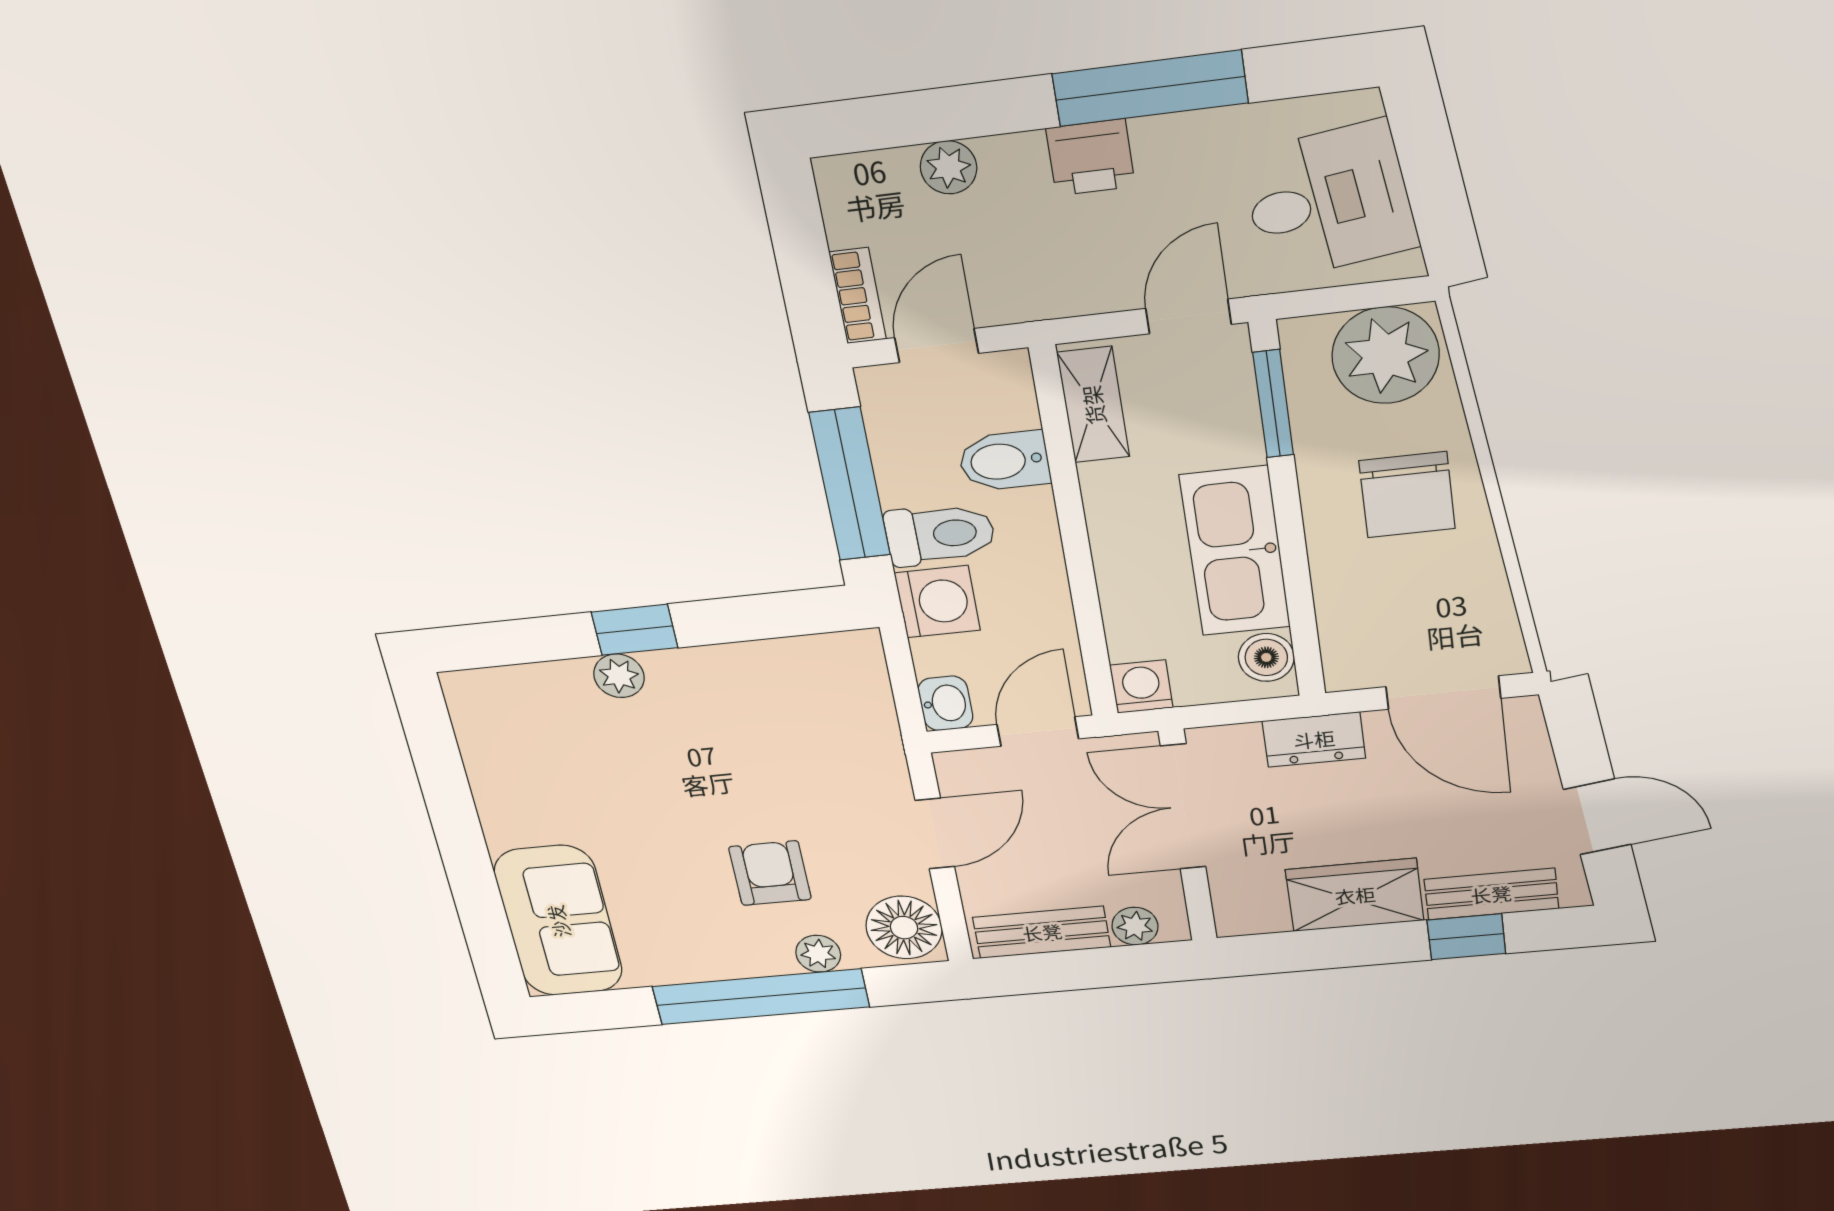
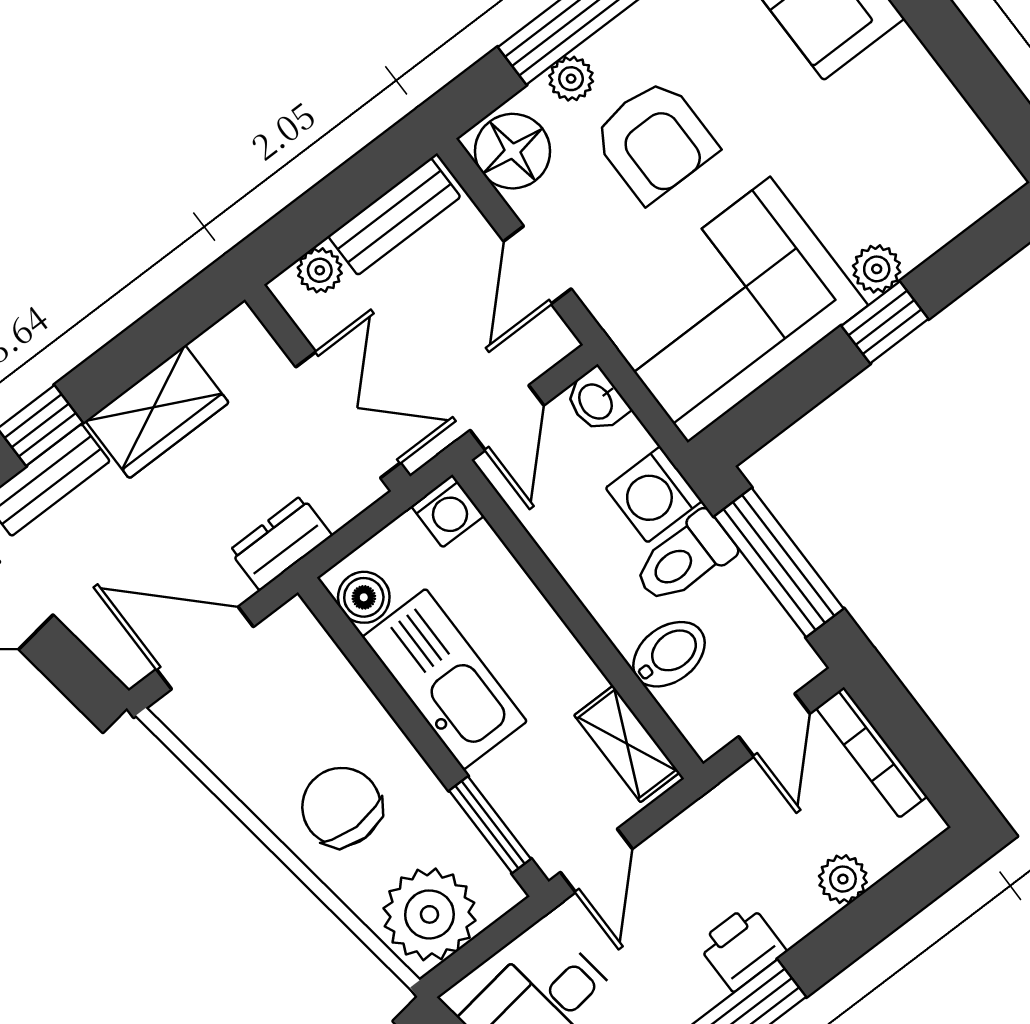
bookcase: (858, 296) -> (872, 752), width x1.56
corner sofa: (777, 713) -> (729, 310), added
armchair: (770, 873) -> (655, 141), width x1.38, depth x1.38

